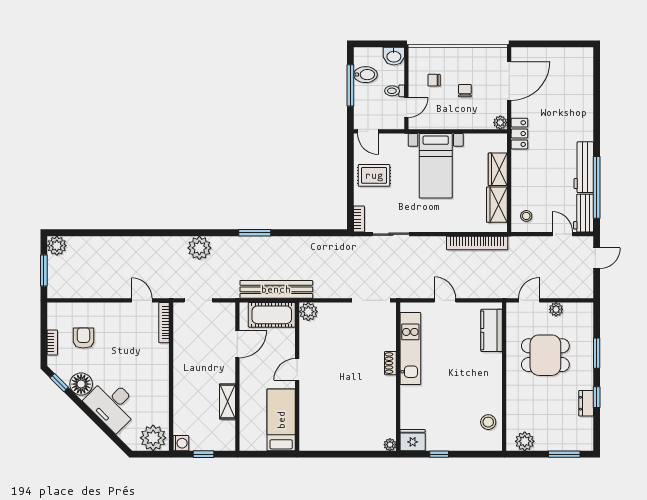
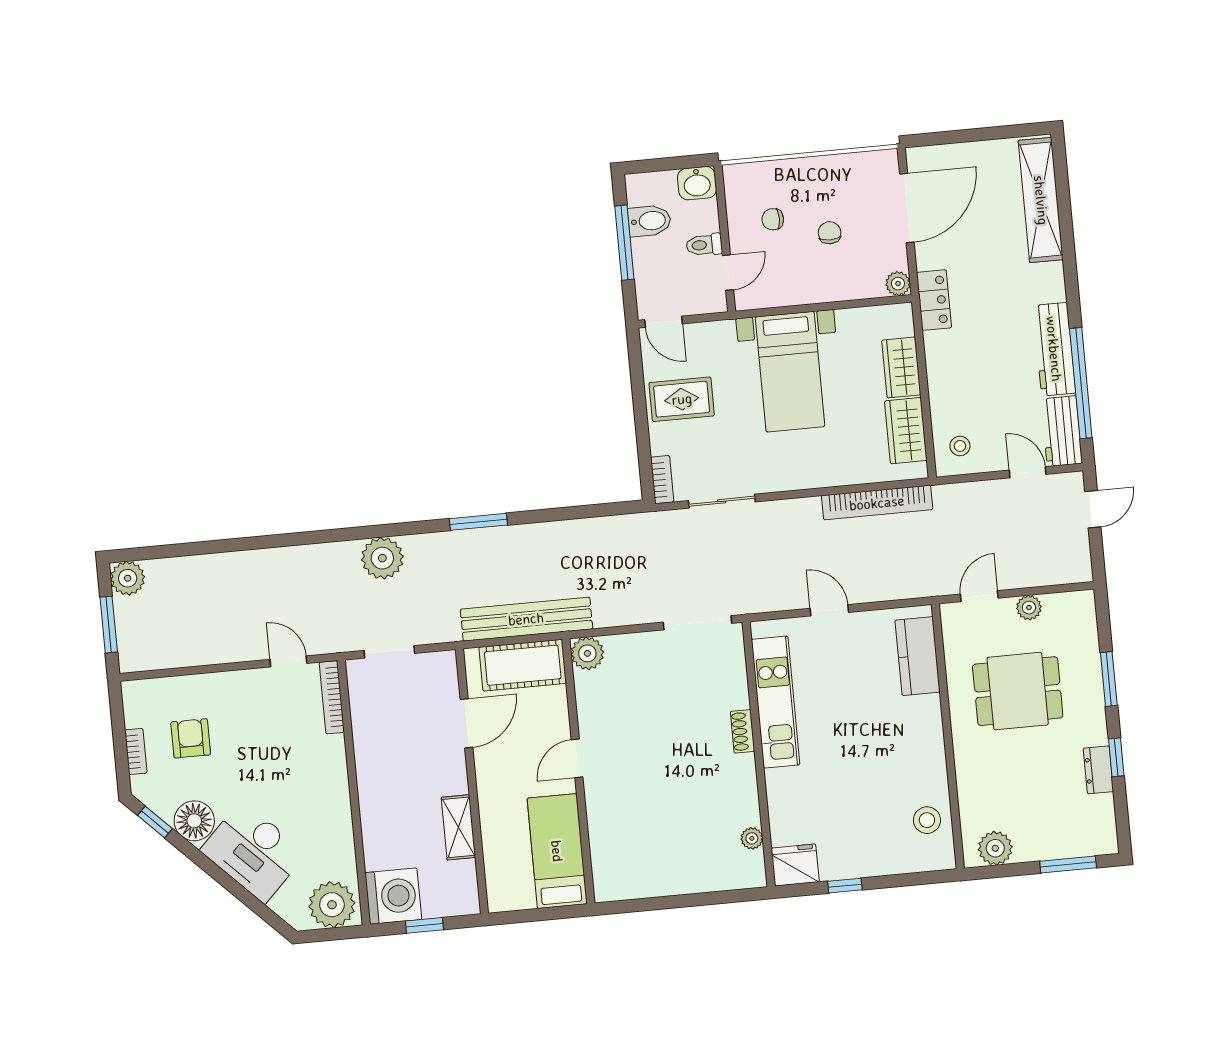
shelving: (584, 84) -> (1041, 200), added
washing machine: (181, 443) -> (393, 896), width x1.89, depth x1.89
plant: (390, 445) -> (752, 838), moved

